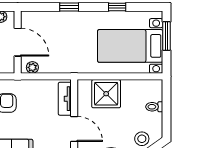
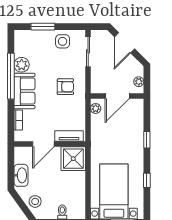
shower: (106, 94) -> (73, 159), moved

